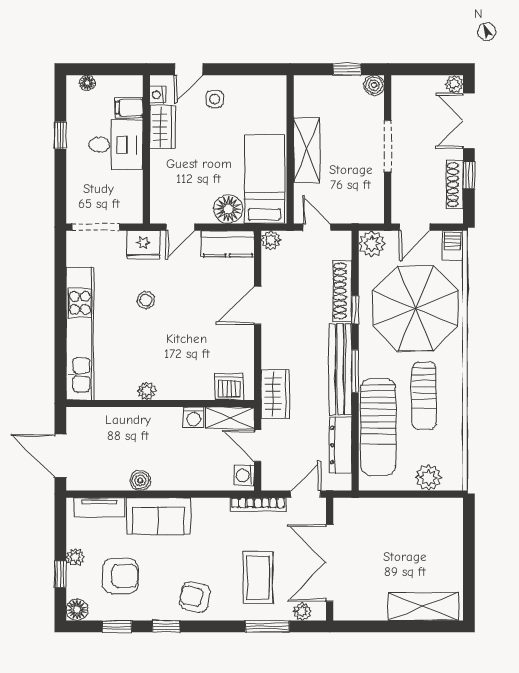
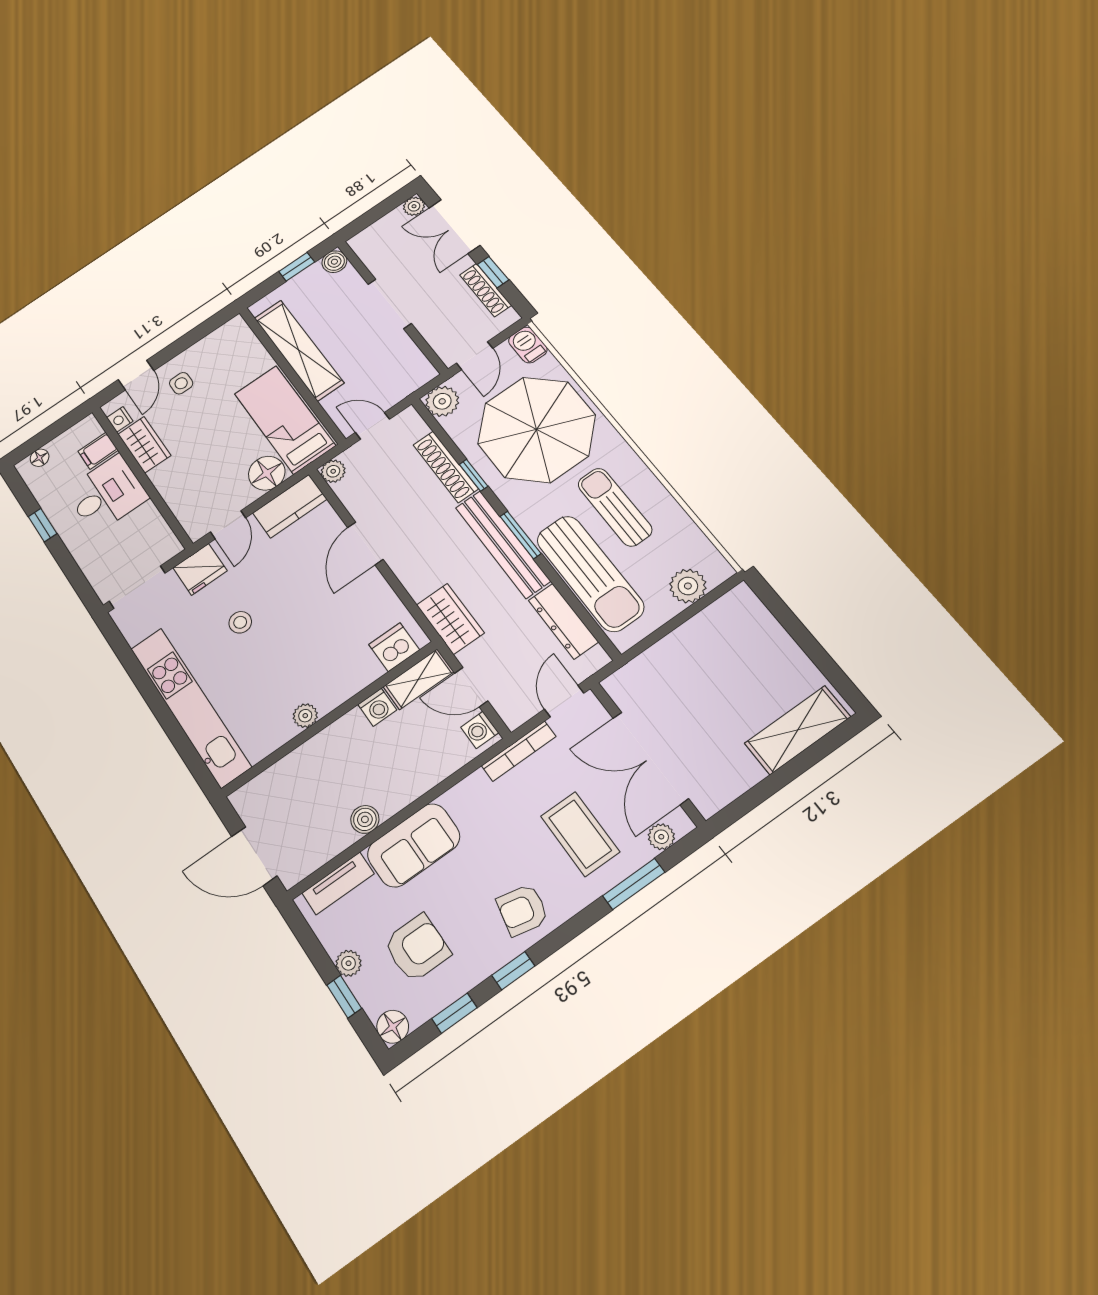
shelving: (307, 150) -> (299, 350), width x1.47
sun lounger: (424, 396) -> (615, 507), turned 180

